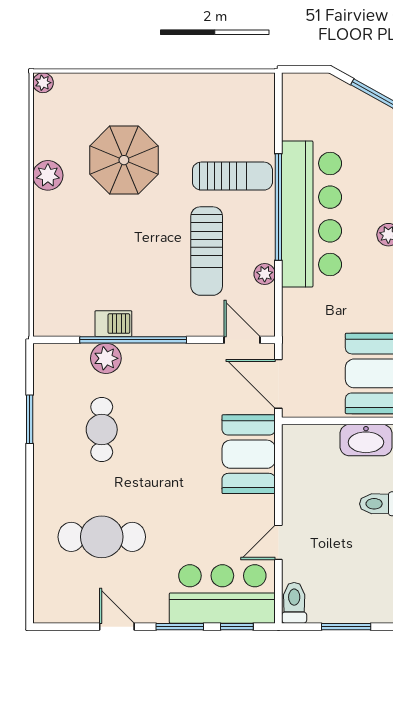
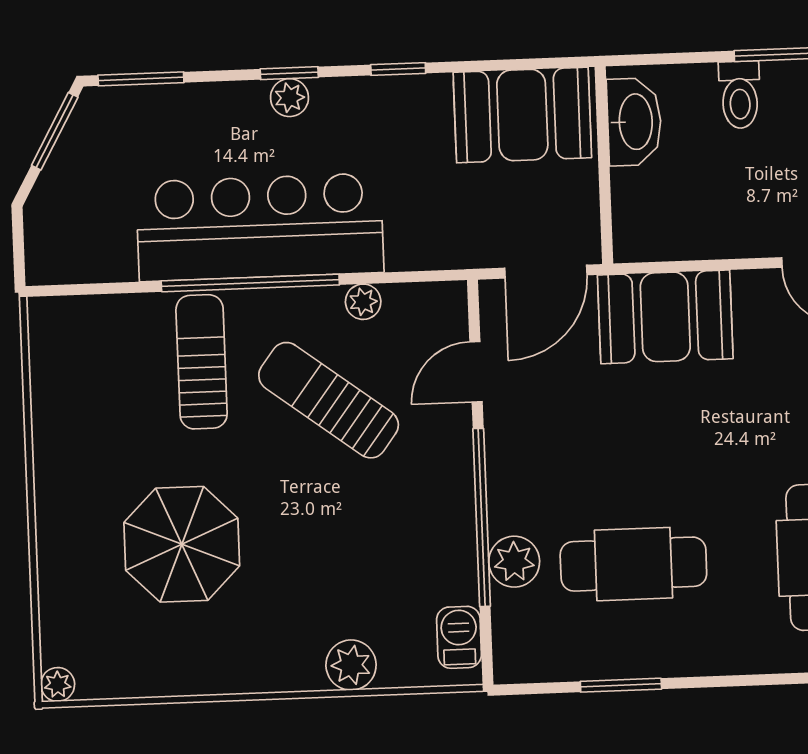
plant: (48, 175) -> (351, 665), moved
sun lounger: (207, 251) -> (329, 400), turned -143
barbecue: (113, 324) -> (459, 637), moved
door: (242, 340) -> (476, 372), moved
cafe table: (102, 430) -> (633, 564), width x1.37, depth x1.35

